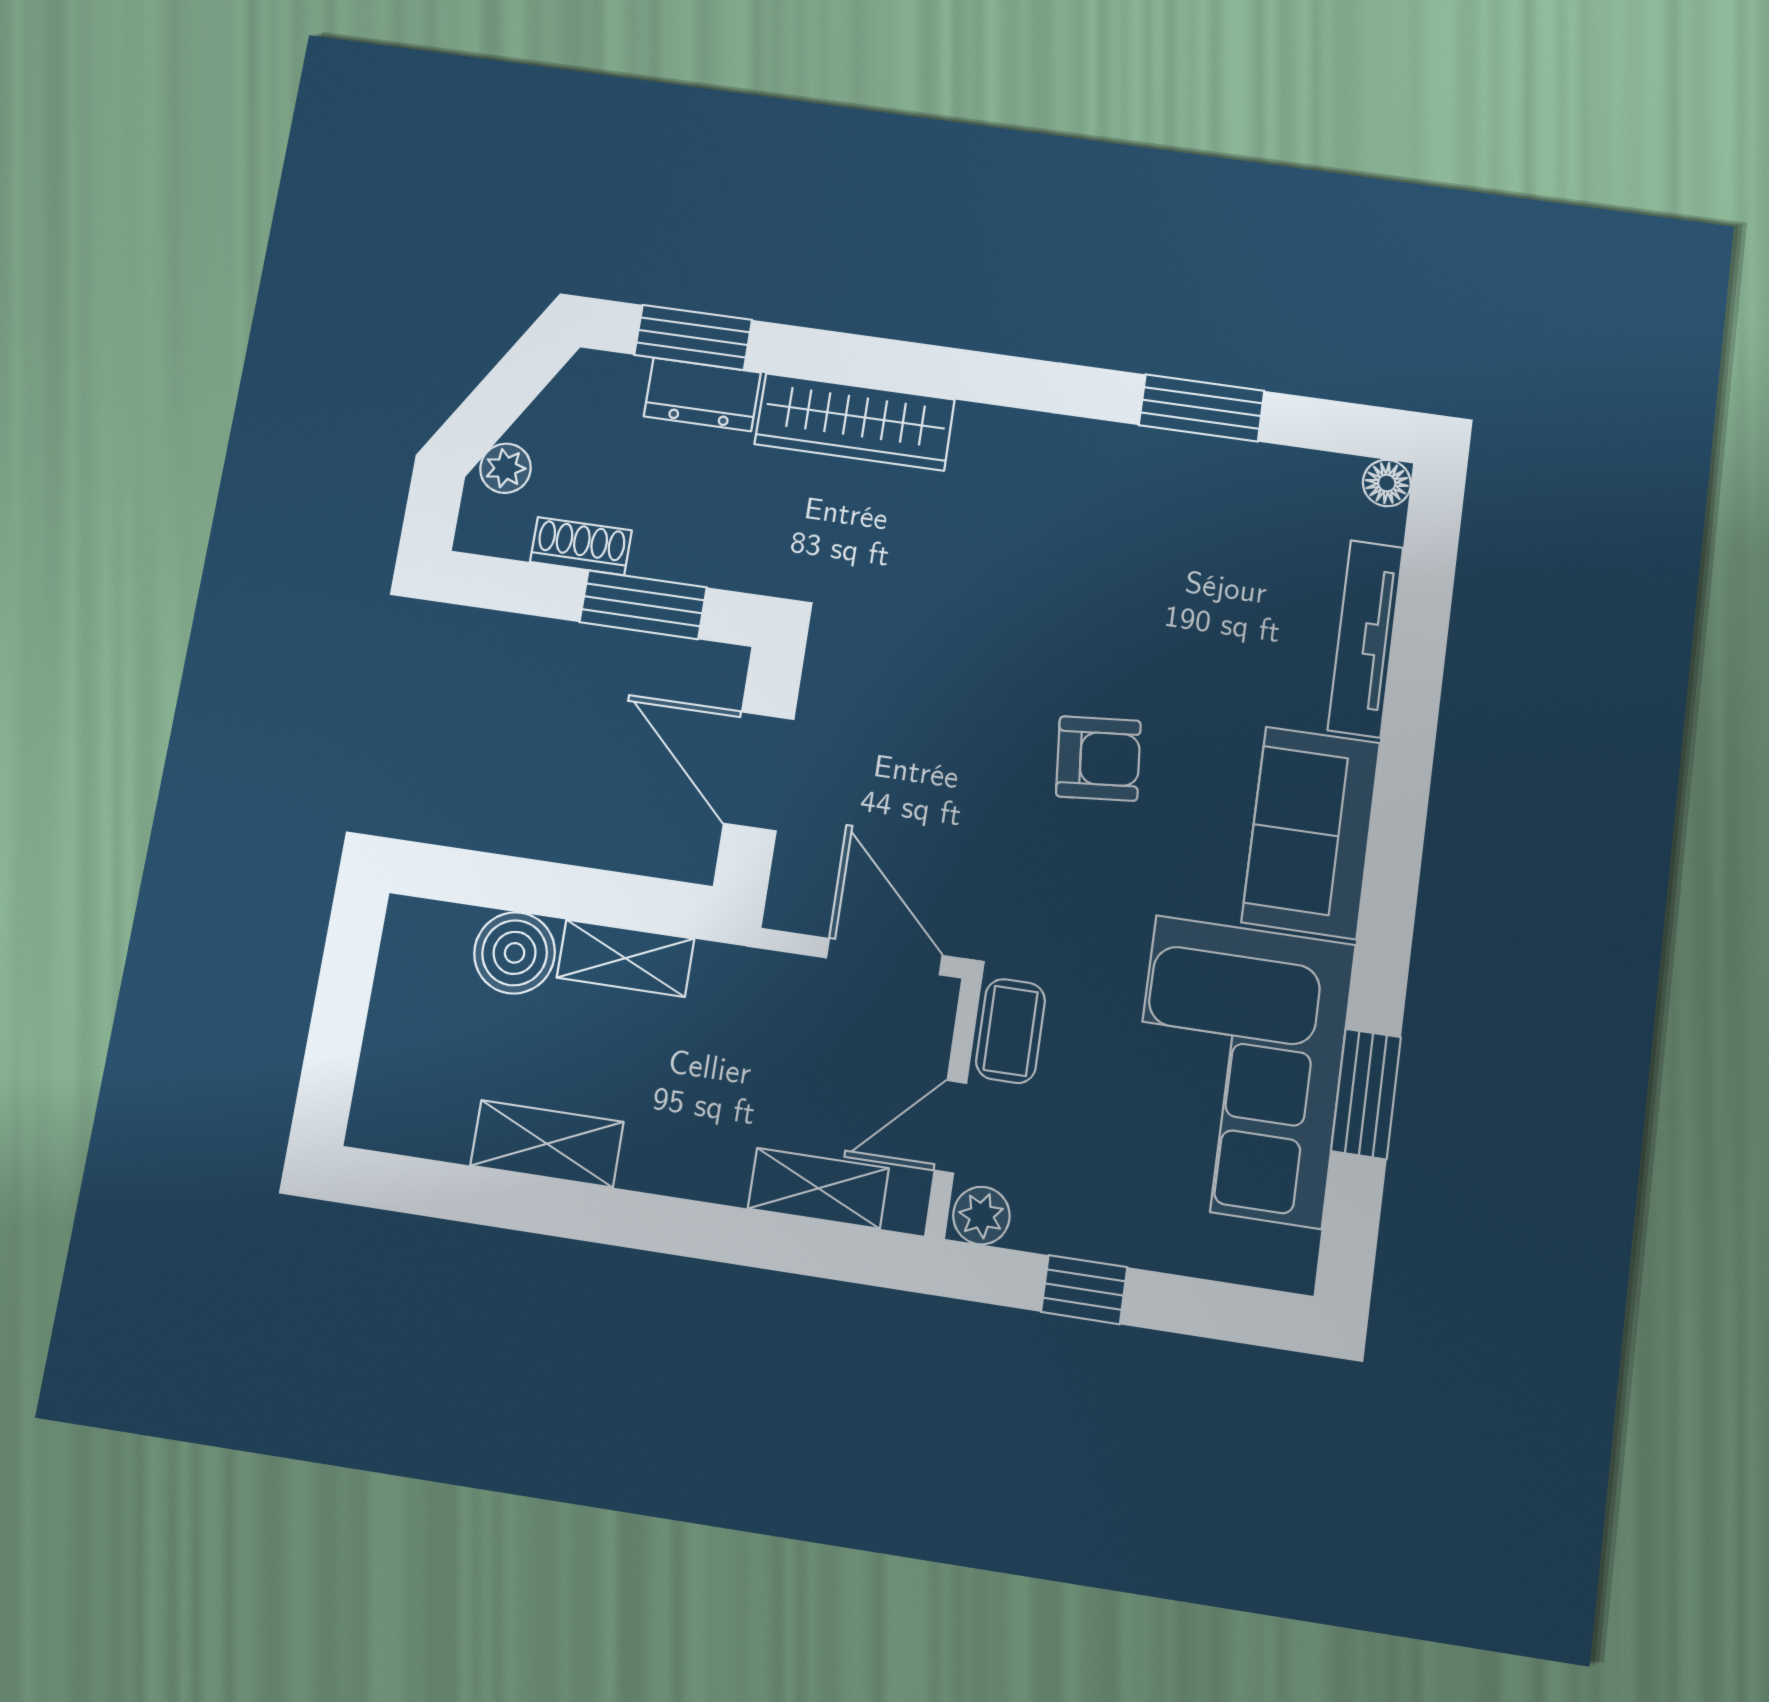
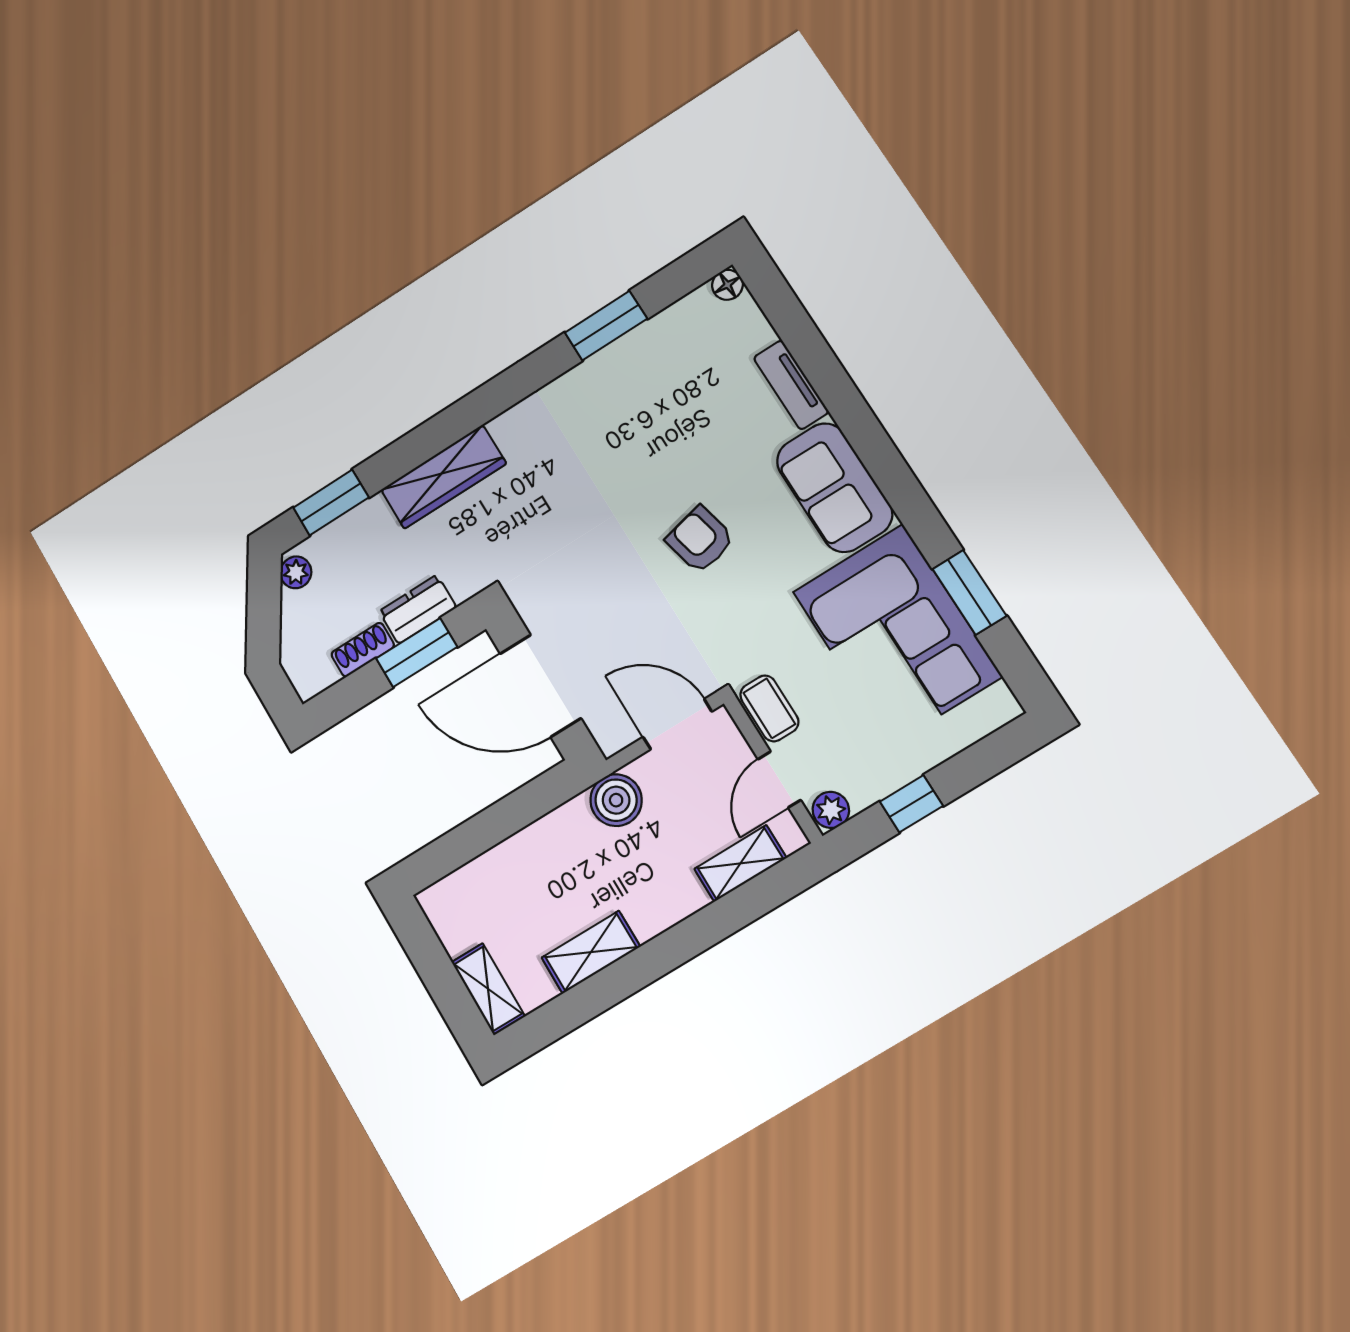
dresser: (702, 394) -> (418, 609), moved, turned 180
plant: (506, 468) -> (296, 572), moved
tv unit: (1366, 639) -> (791, 385), width x0.71
armchair: (1098, 759) -> (700, 540), turned -98
door: (759, 771) -> (541, 686), width x1.36
boiler: (515, 953) -> (616, 800), moved
shelving: (625, 958) -> (488, 989), moved, turned 90

